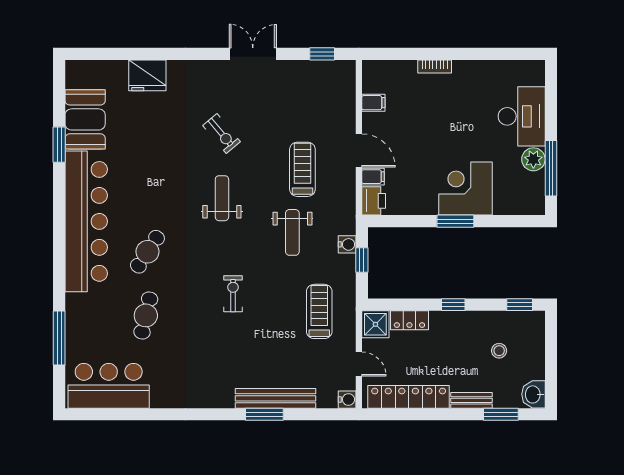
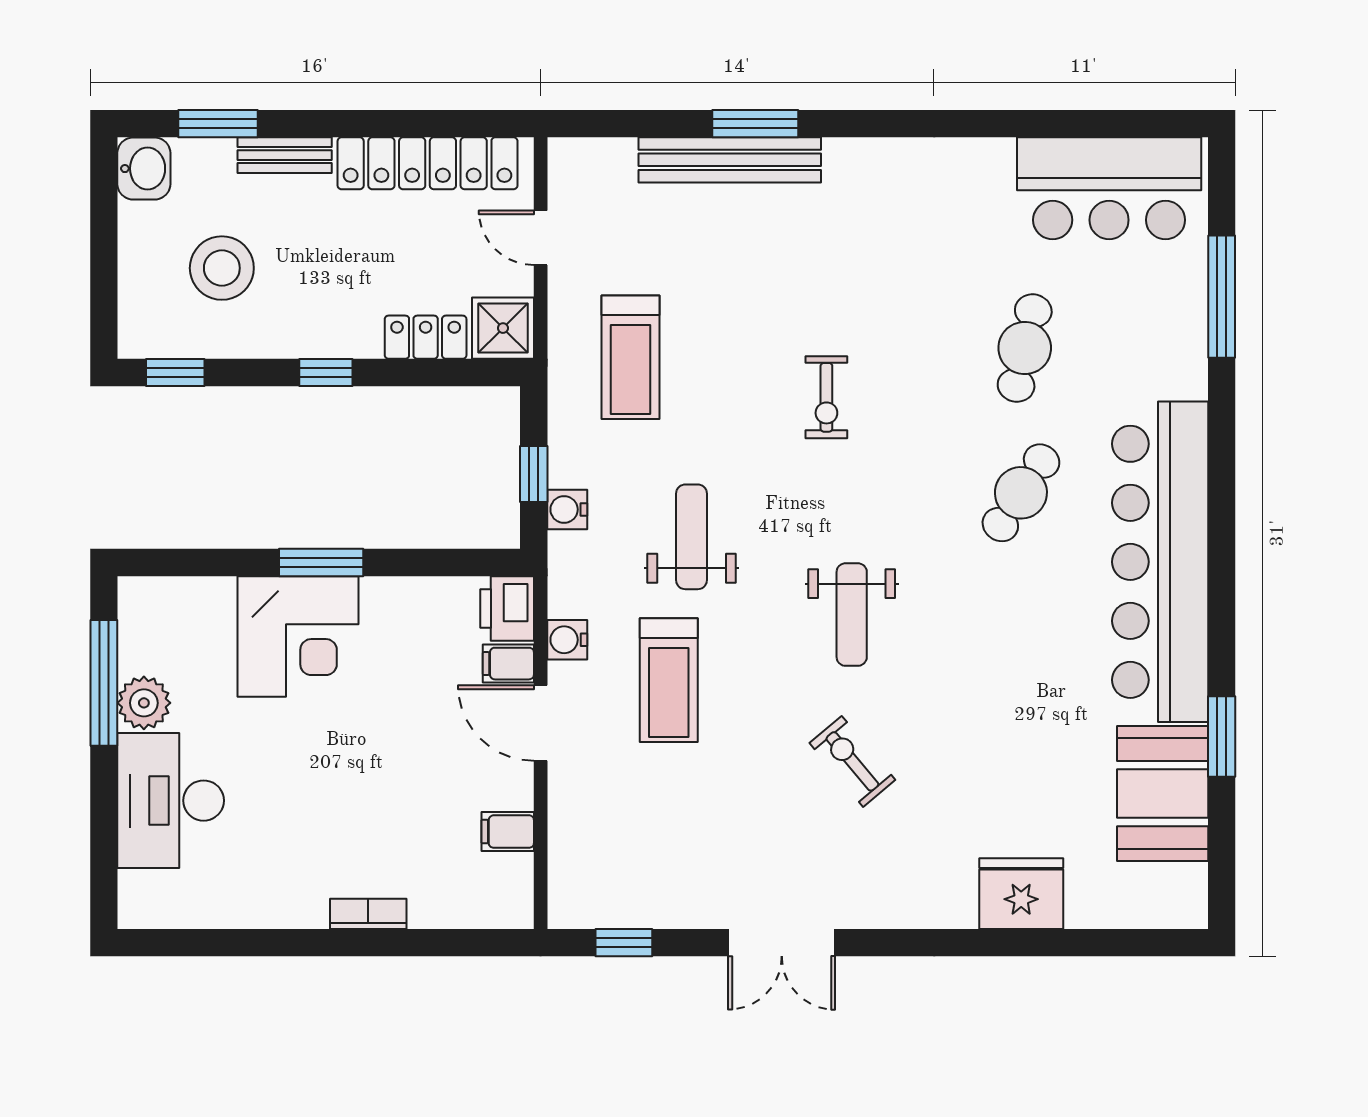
stool: (499, 351) -> (222, 268), width x1.89, depth x1.89
water cooler: (347, 400) -> (567, 640), moved

